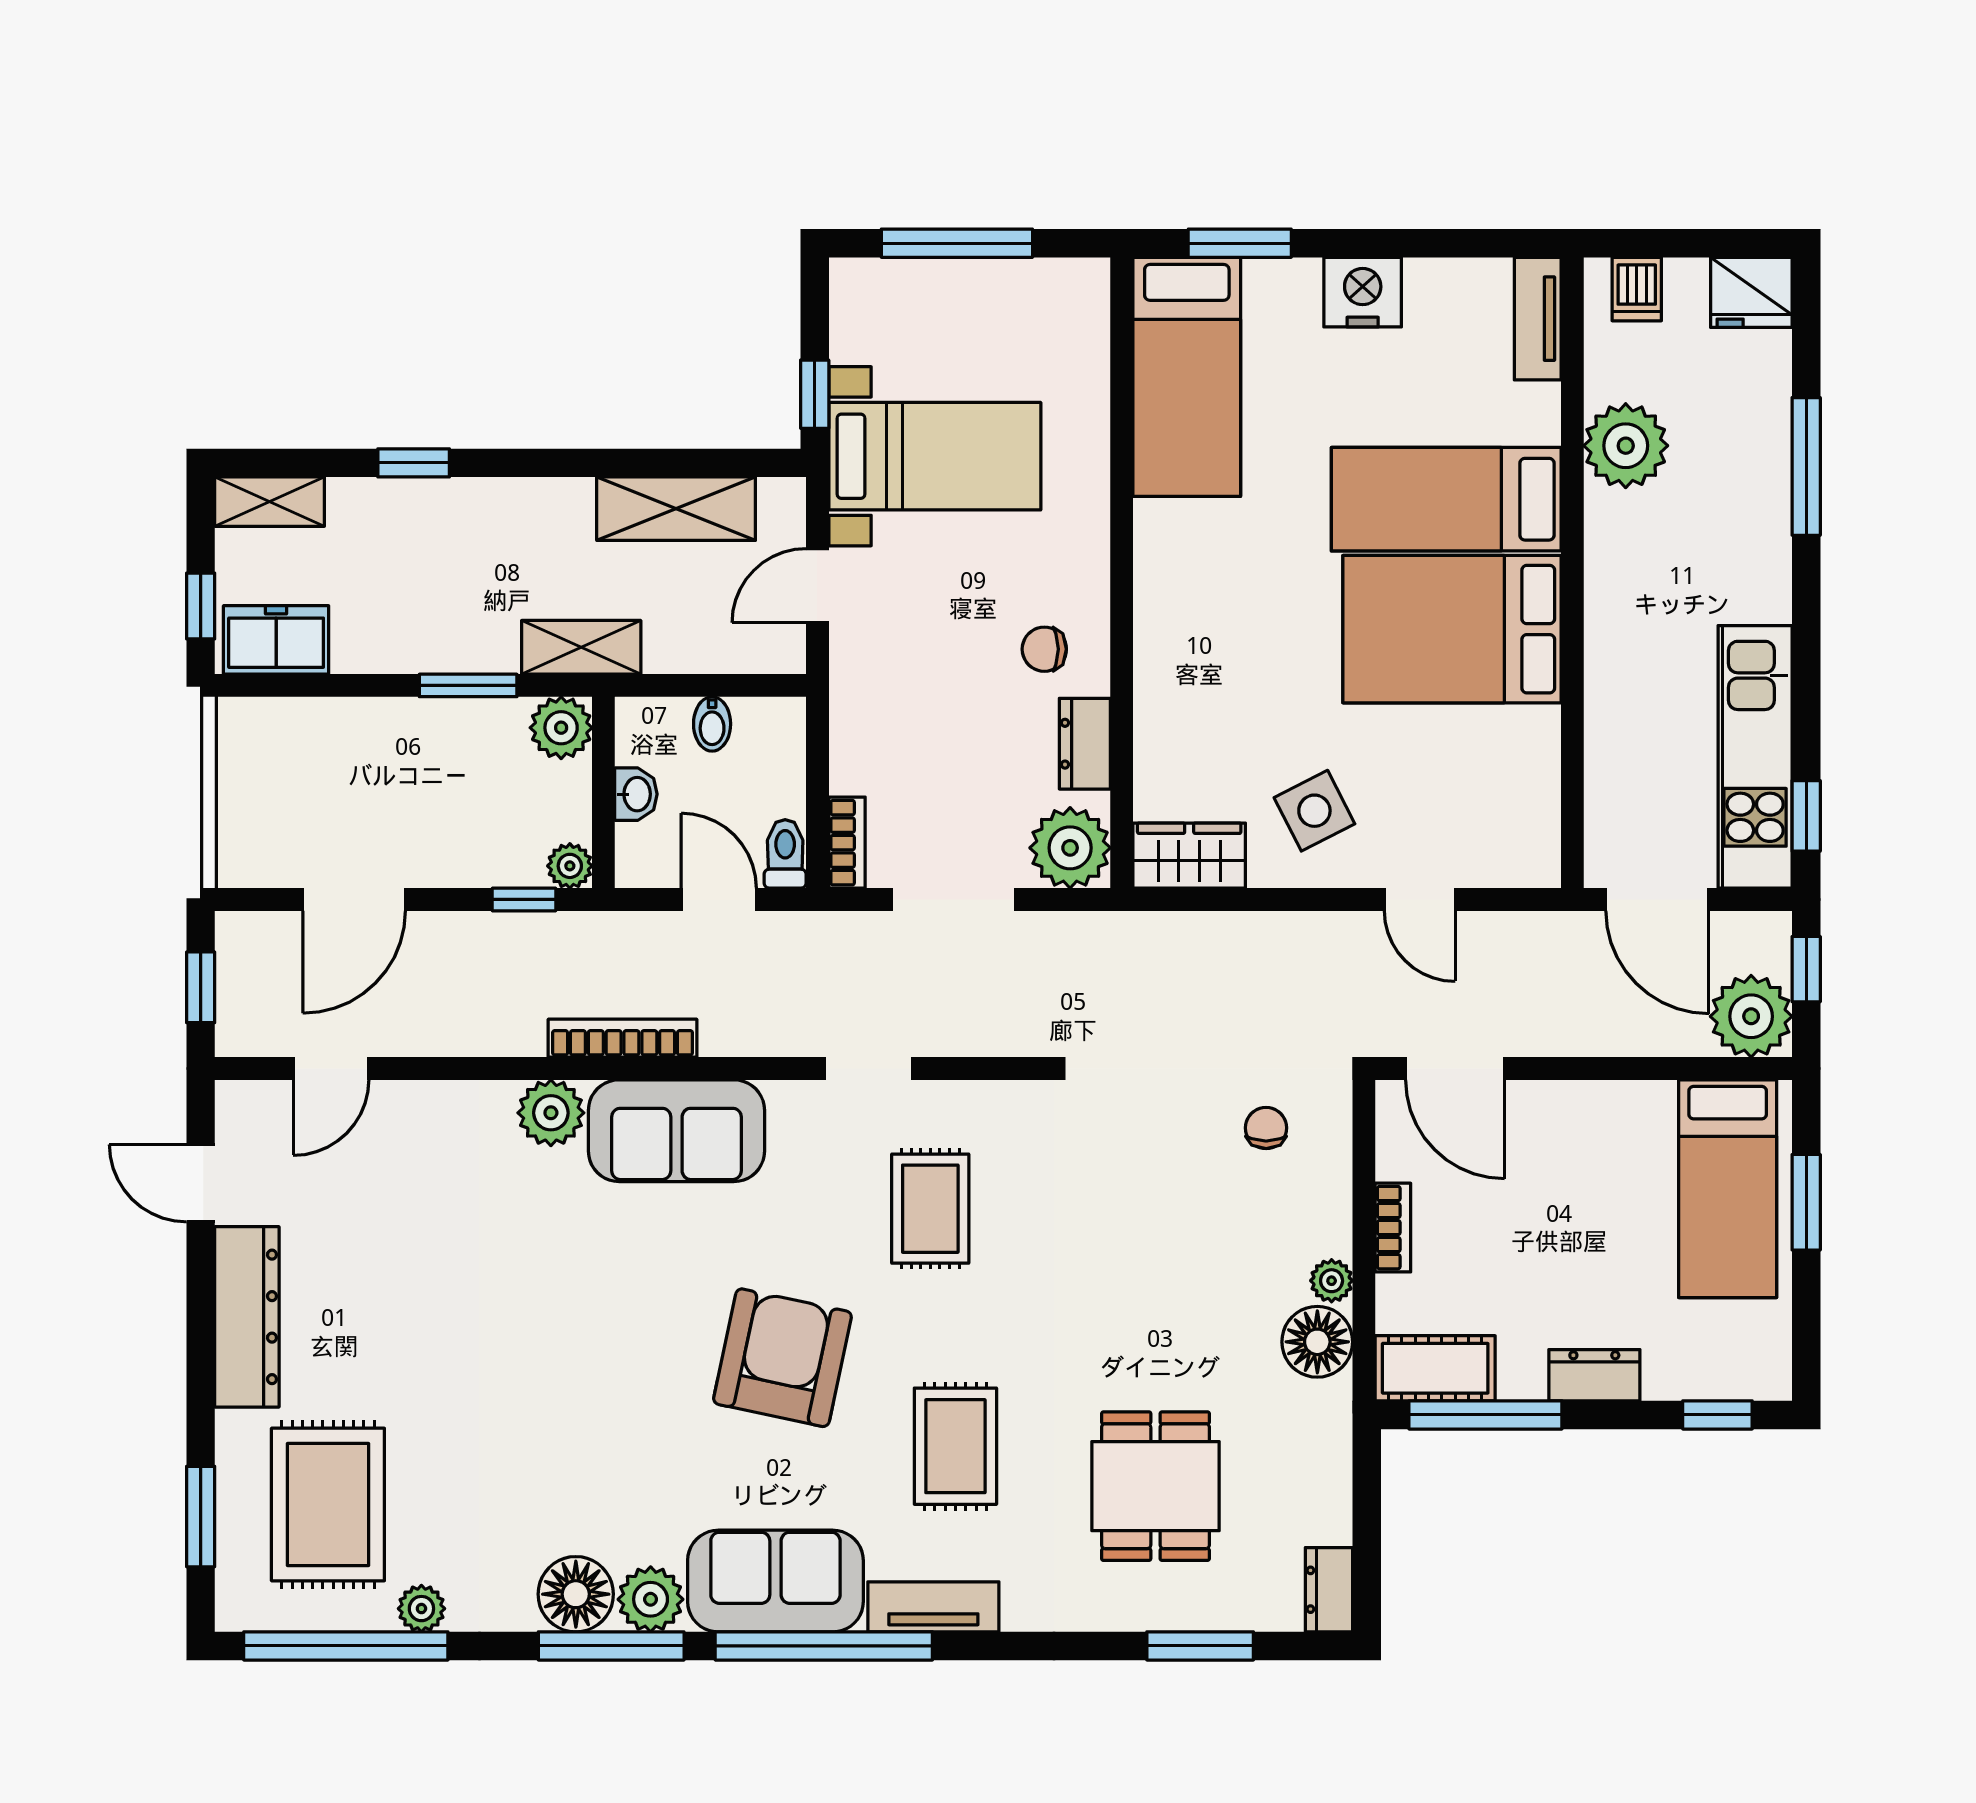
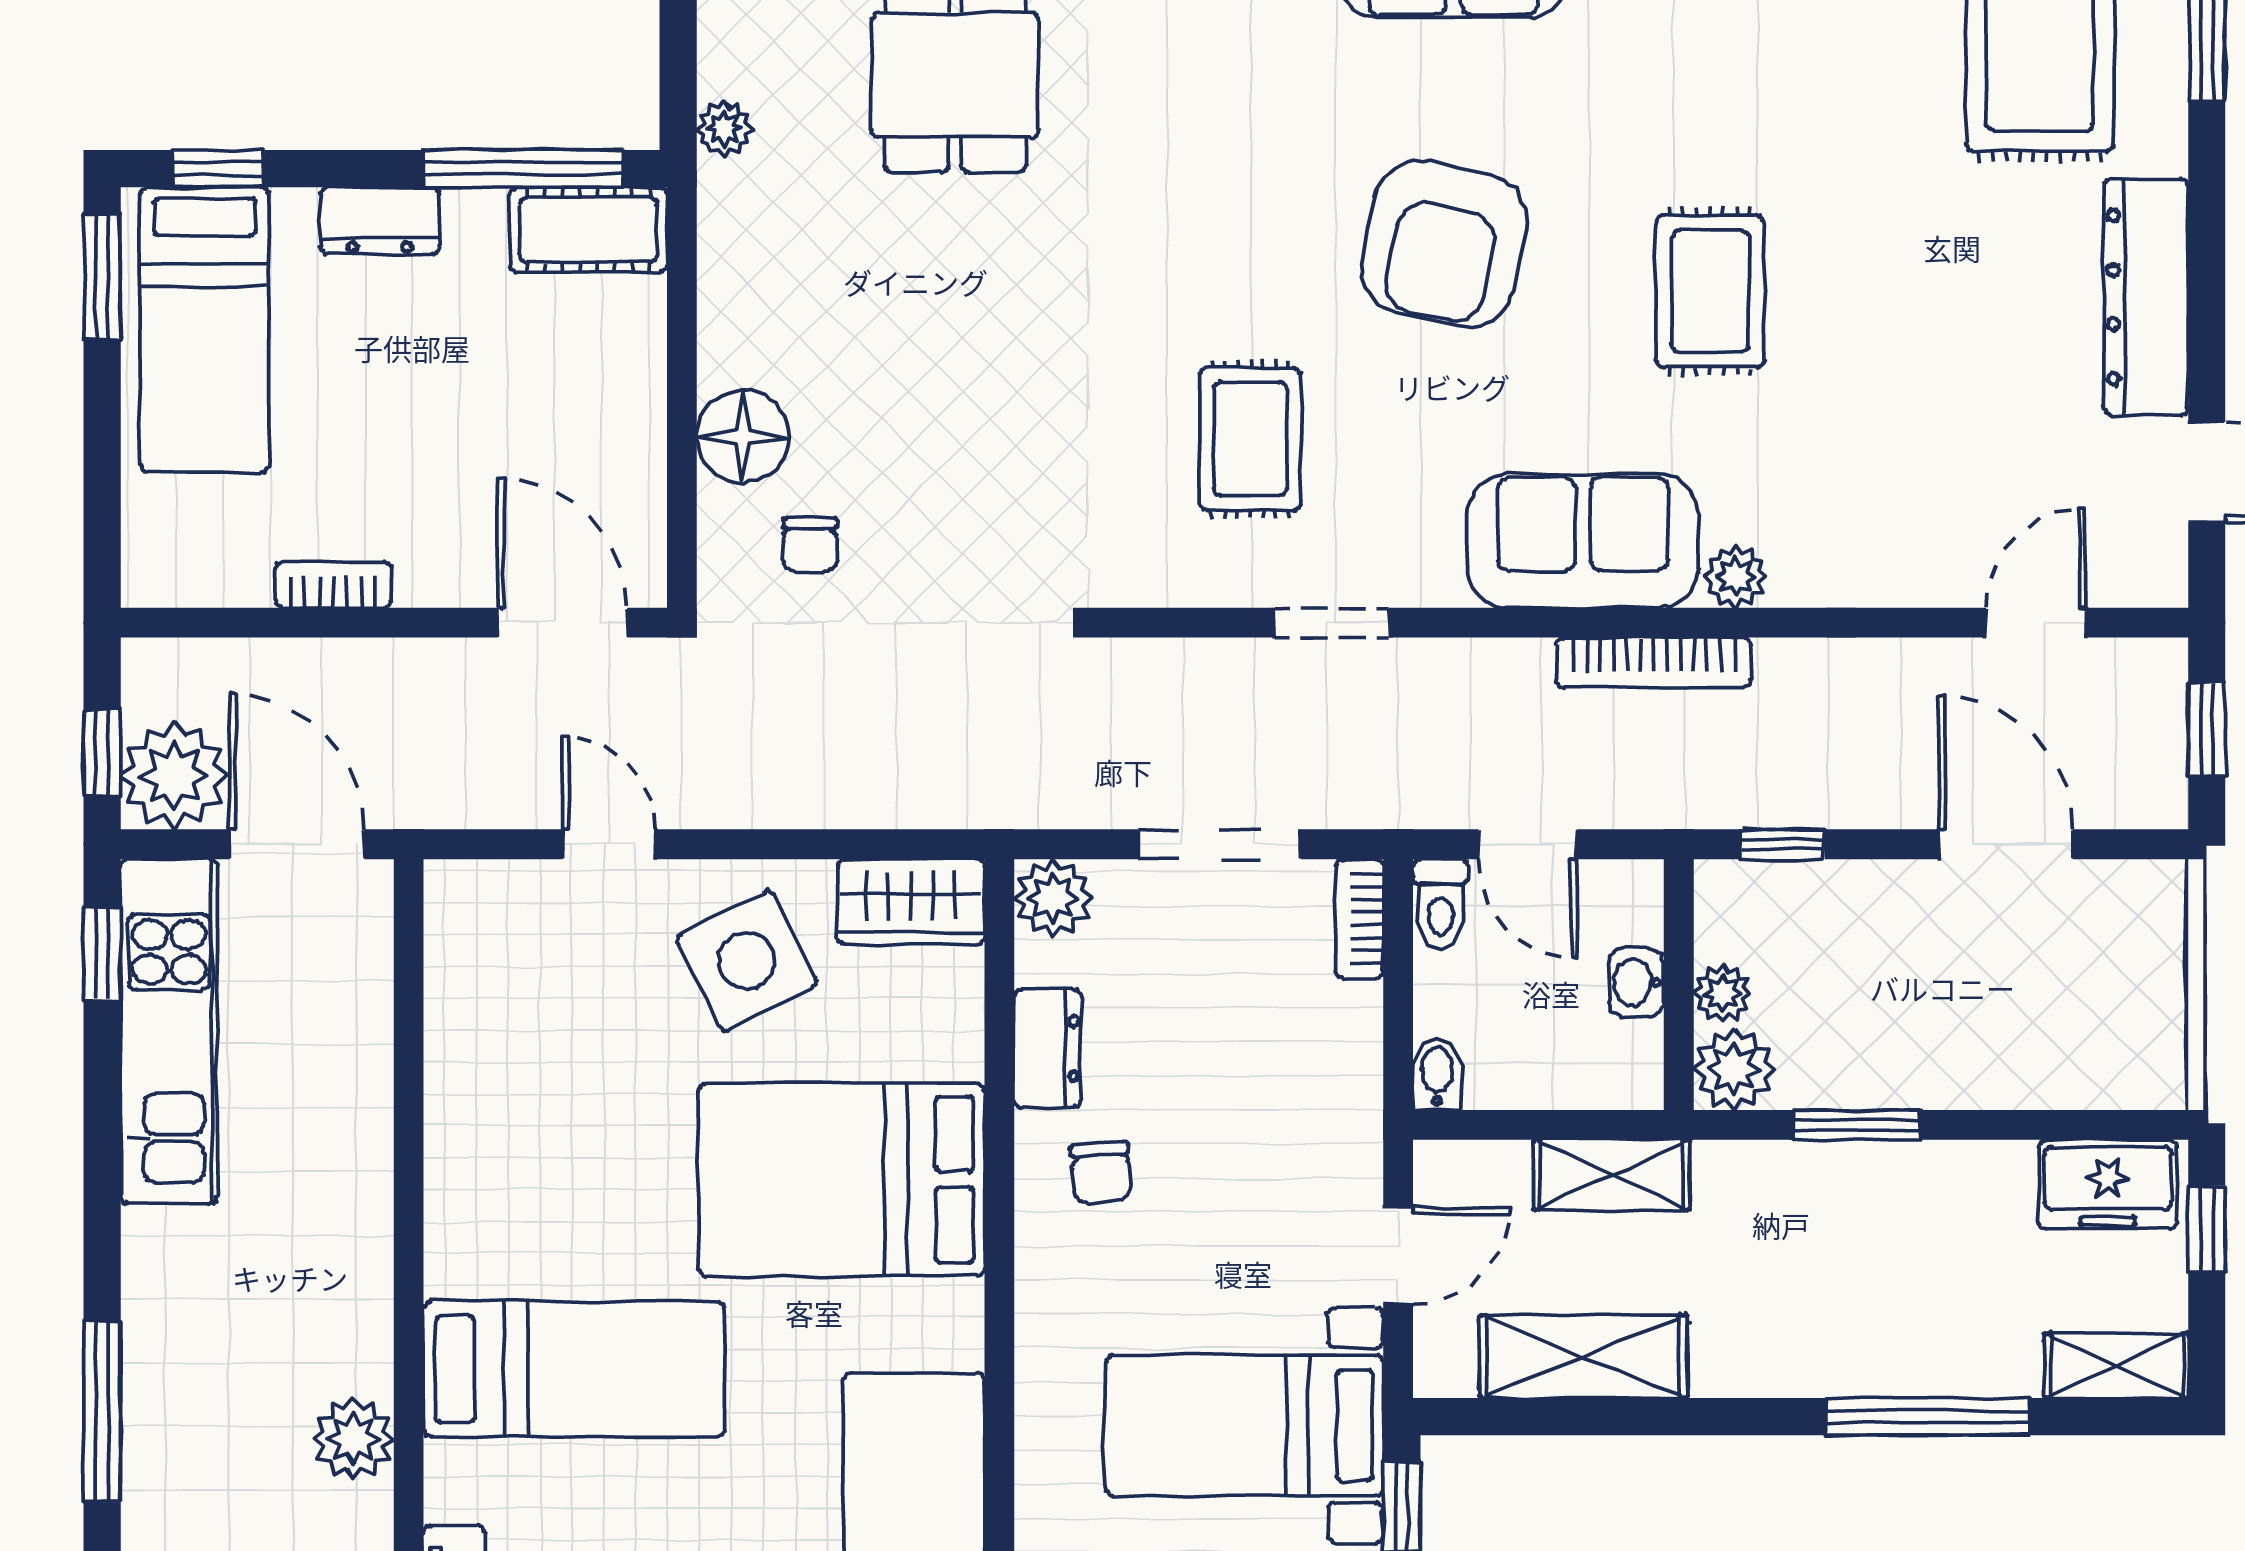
plant: (1626, 446) -> (353, 1439), width x0.73, depth x0.73
window: (414, 463) -> (1928, 1417), width x2.17
bed: (1452, 629) -> (841, 1180), moved, turned 180
shelving: (581, 647) -> (1612, 1175), moved
chair: (1044, 649) -> (1101, 1172), turned 85
bidet: (712, 724) -> (1437, 1074), moved
side table: (1314, 811) -> (747, 961), width x1.37, depth x1.37
plant: (1070, 848) -> (1053, 898), width x0.73, depth x0.73
plant: (570, 866) -> (1723, 994), moved
door: (354, 899) -> (2005, 844), hinge flipped
plant: (1751, 1016) -> (174, 776), moved
plant: (551, 1113) -> (1736, 576), width x0.73, depth x0.73
bed: (1728, 1189) -> (204, 330), moved, turned 180
window: (1806, 1202) -> (102, 276), moved
bookcase: (1393, 1228) -> (333, 585), moved, turned 90
plant: (1332, 1281) -> (724, 129), moved
floor lamp: (1317, 1342) -> (743, 437), moved
rug: (955, 1446) -> (1710, 291), moved

